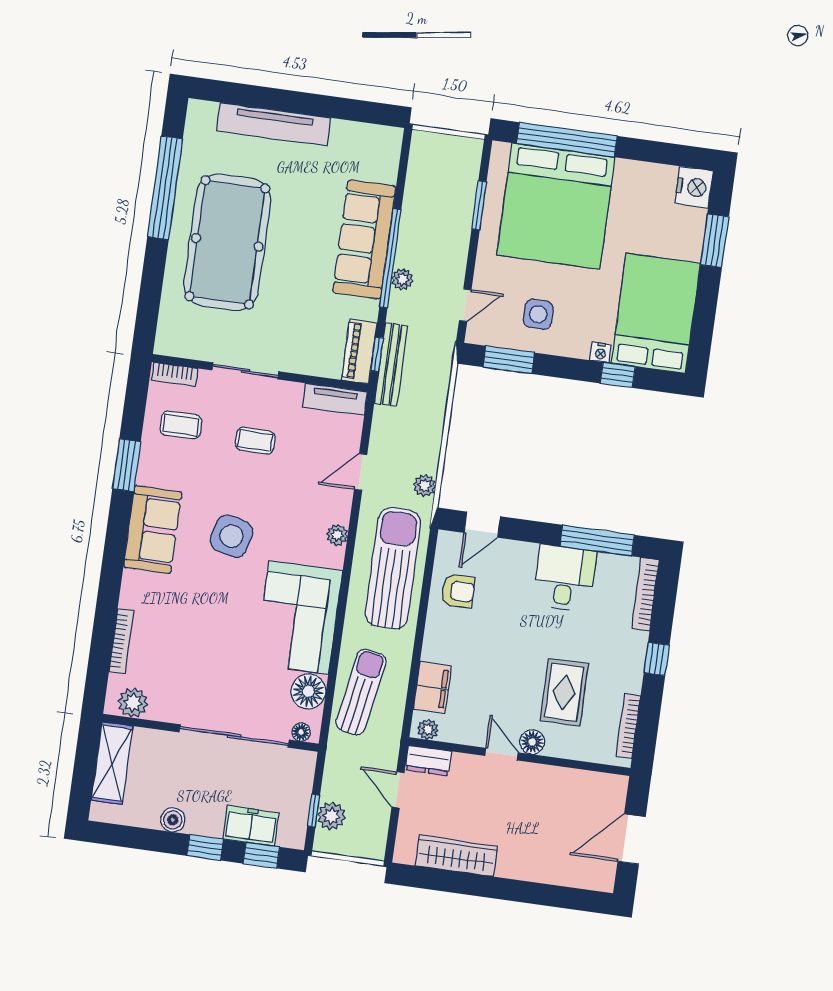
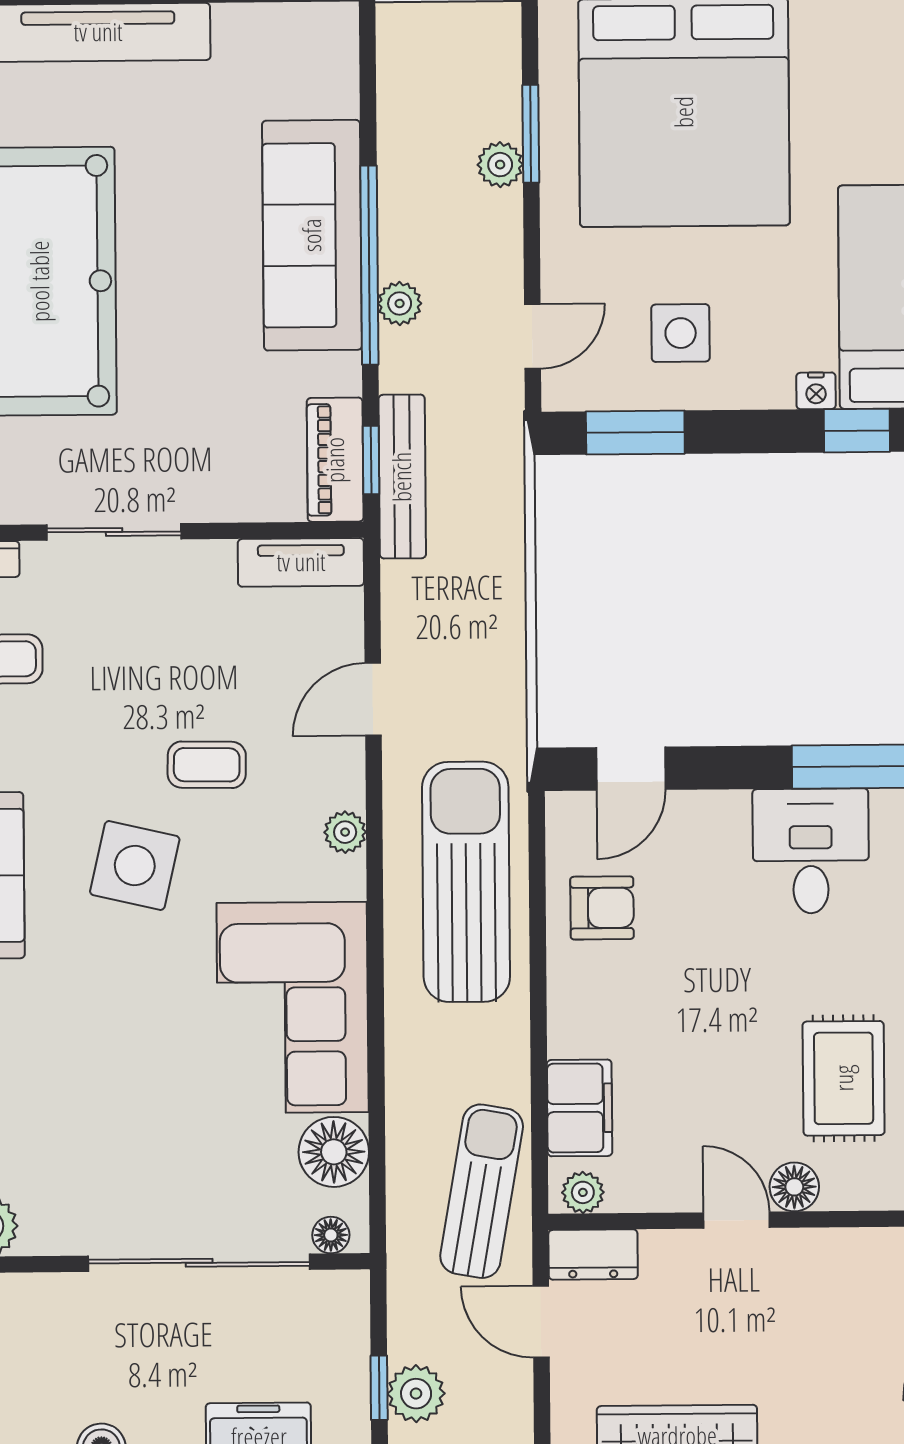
coffee table: (255, 441) -> (207, 765), moved
plant: (425, 486) -> (500, 165), moved
sun lounger: (361, 692) -> (482, 1191), moved

